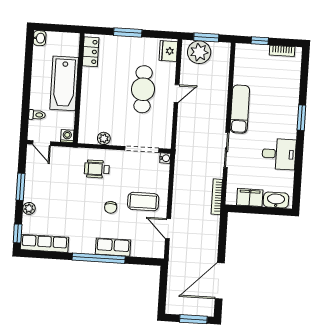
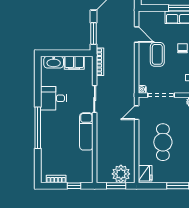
door: (177, 93) -> (137, 113), moved
window: (301, 118) -> (38, 128), width x2.11
coffee table: (143, 202) -> (157, 54), turned 90
window: (223, 233) -> (93, 34), added

